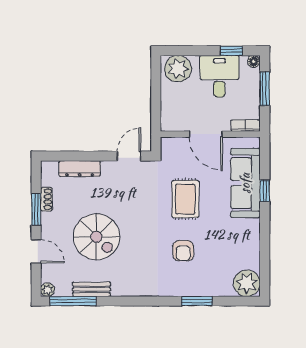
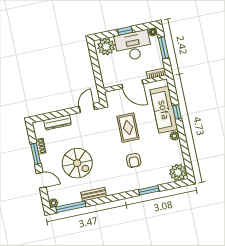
window: (231, 51) -> (125, 31), moved
desk: (219, 76) -> (133, 46), width x1.37
plant: (253, 226) -> (174, 136), added
bench: (91, 289) -> (94, 194), moved

